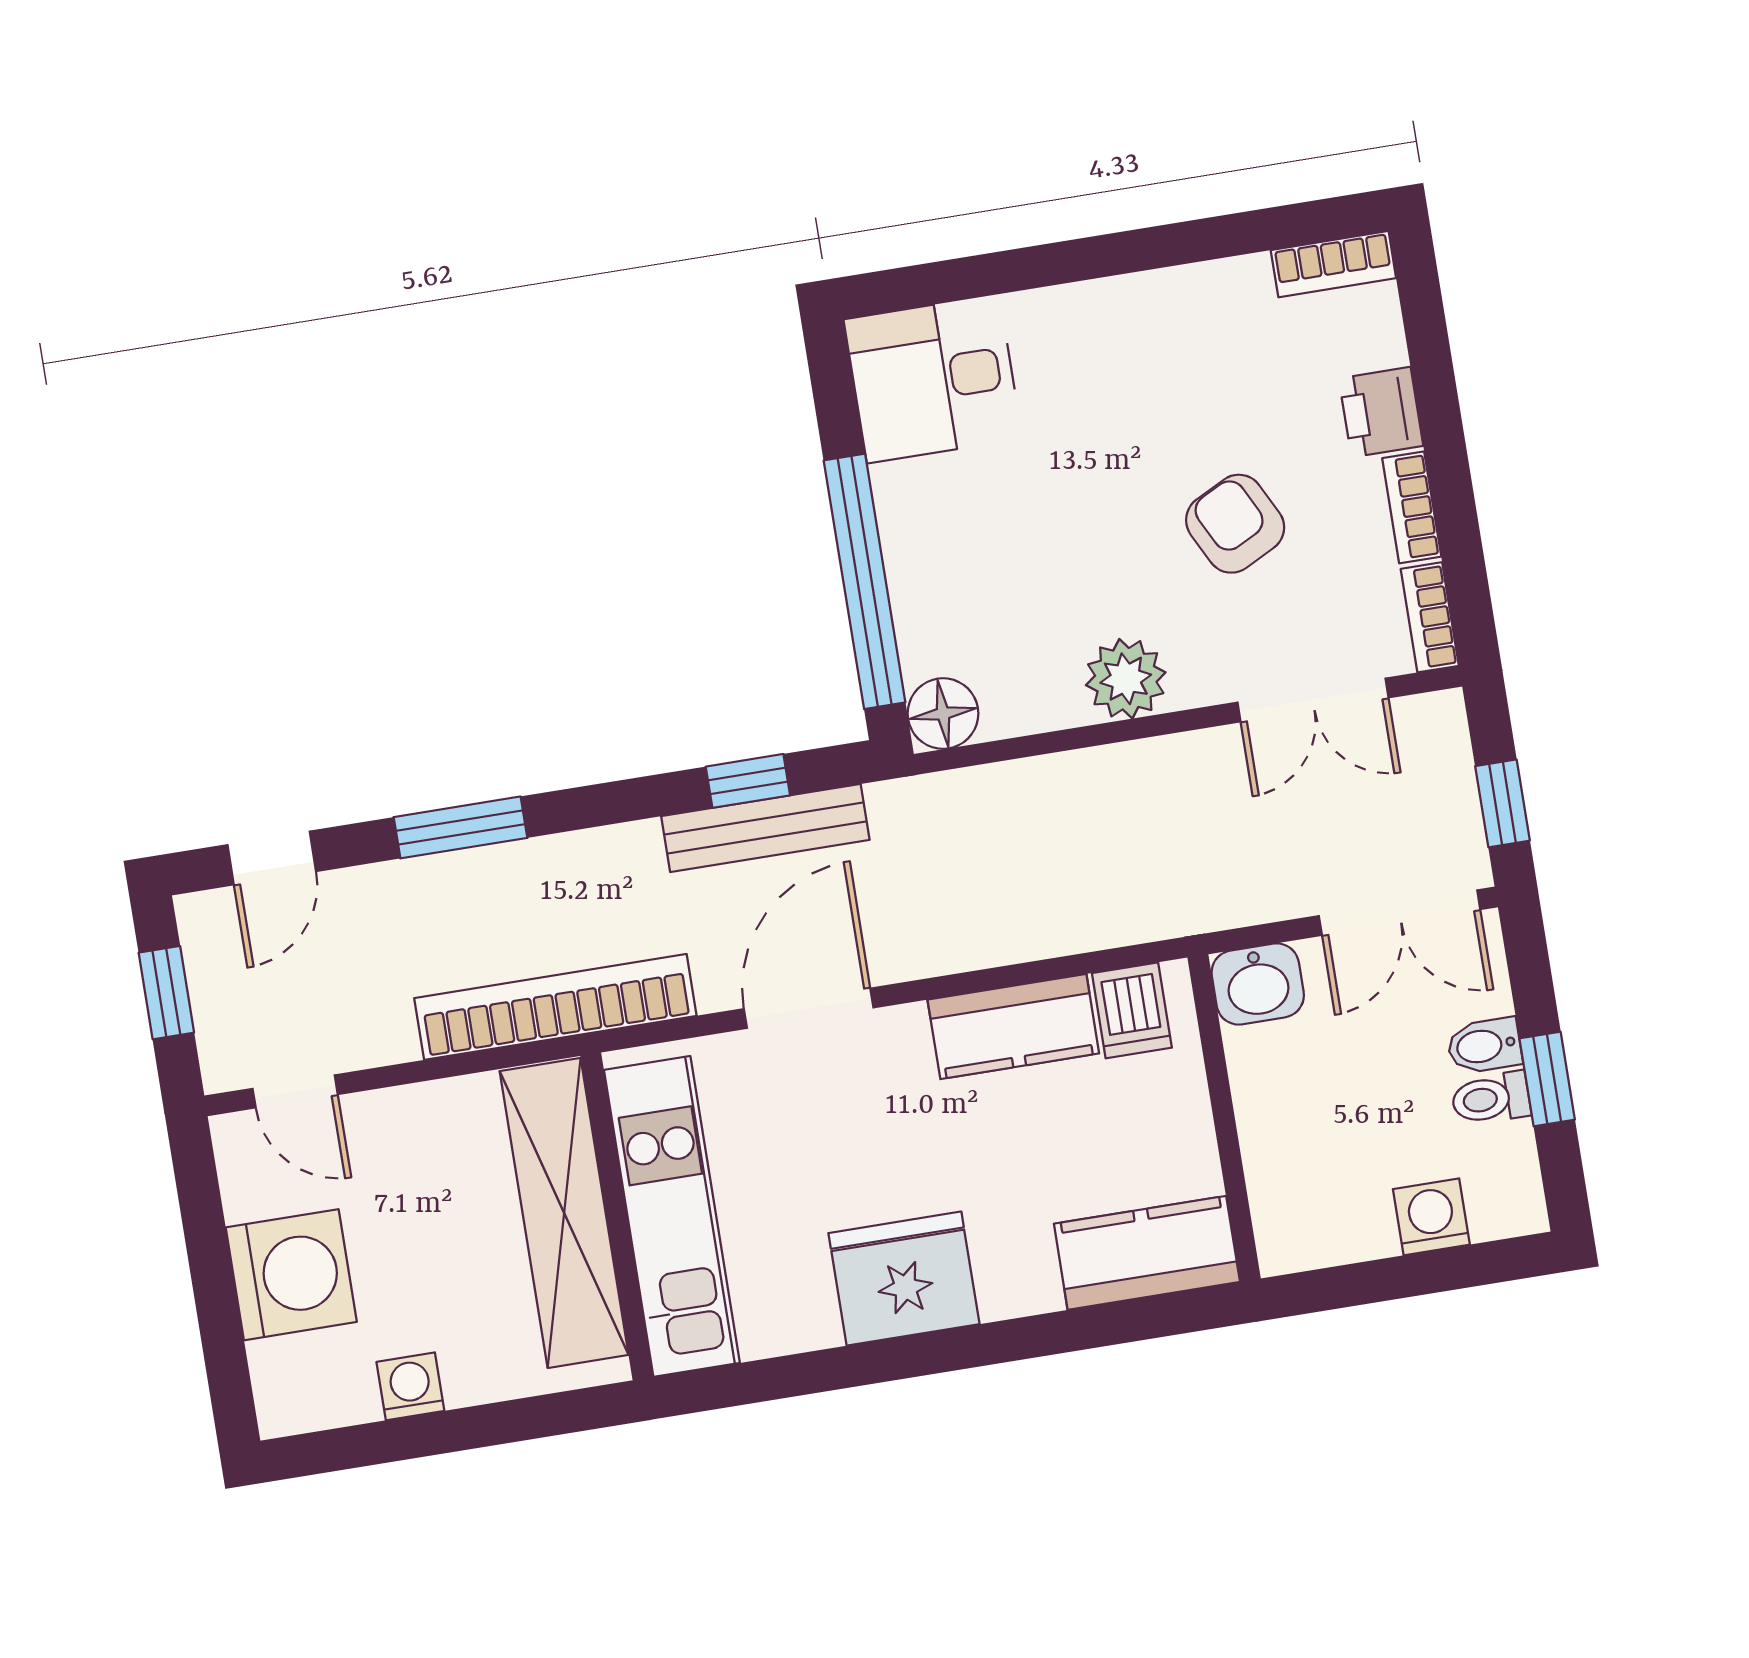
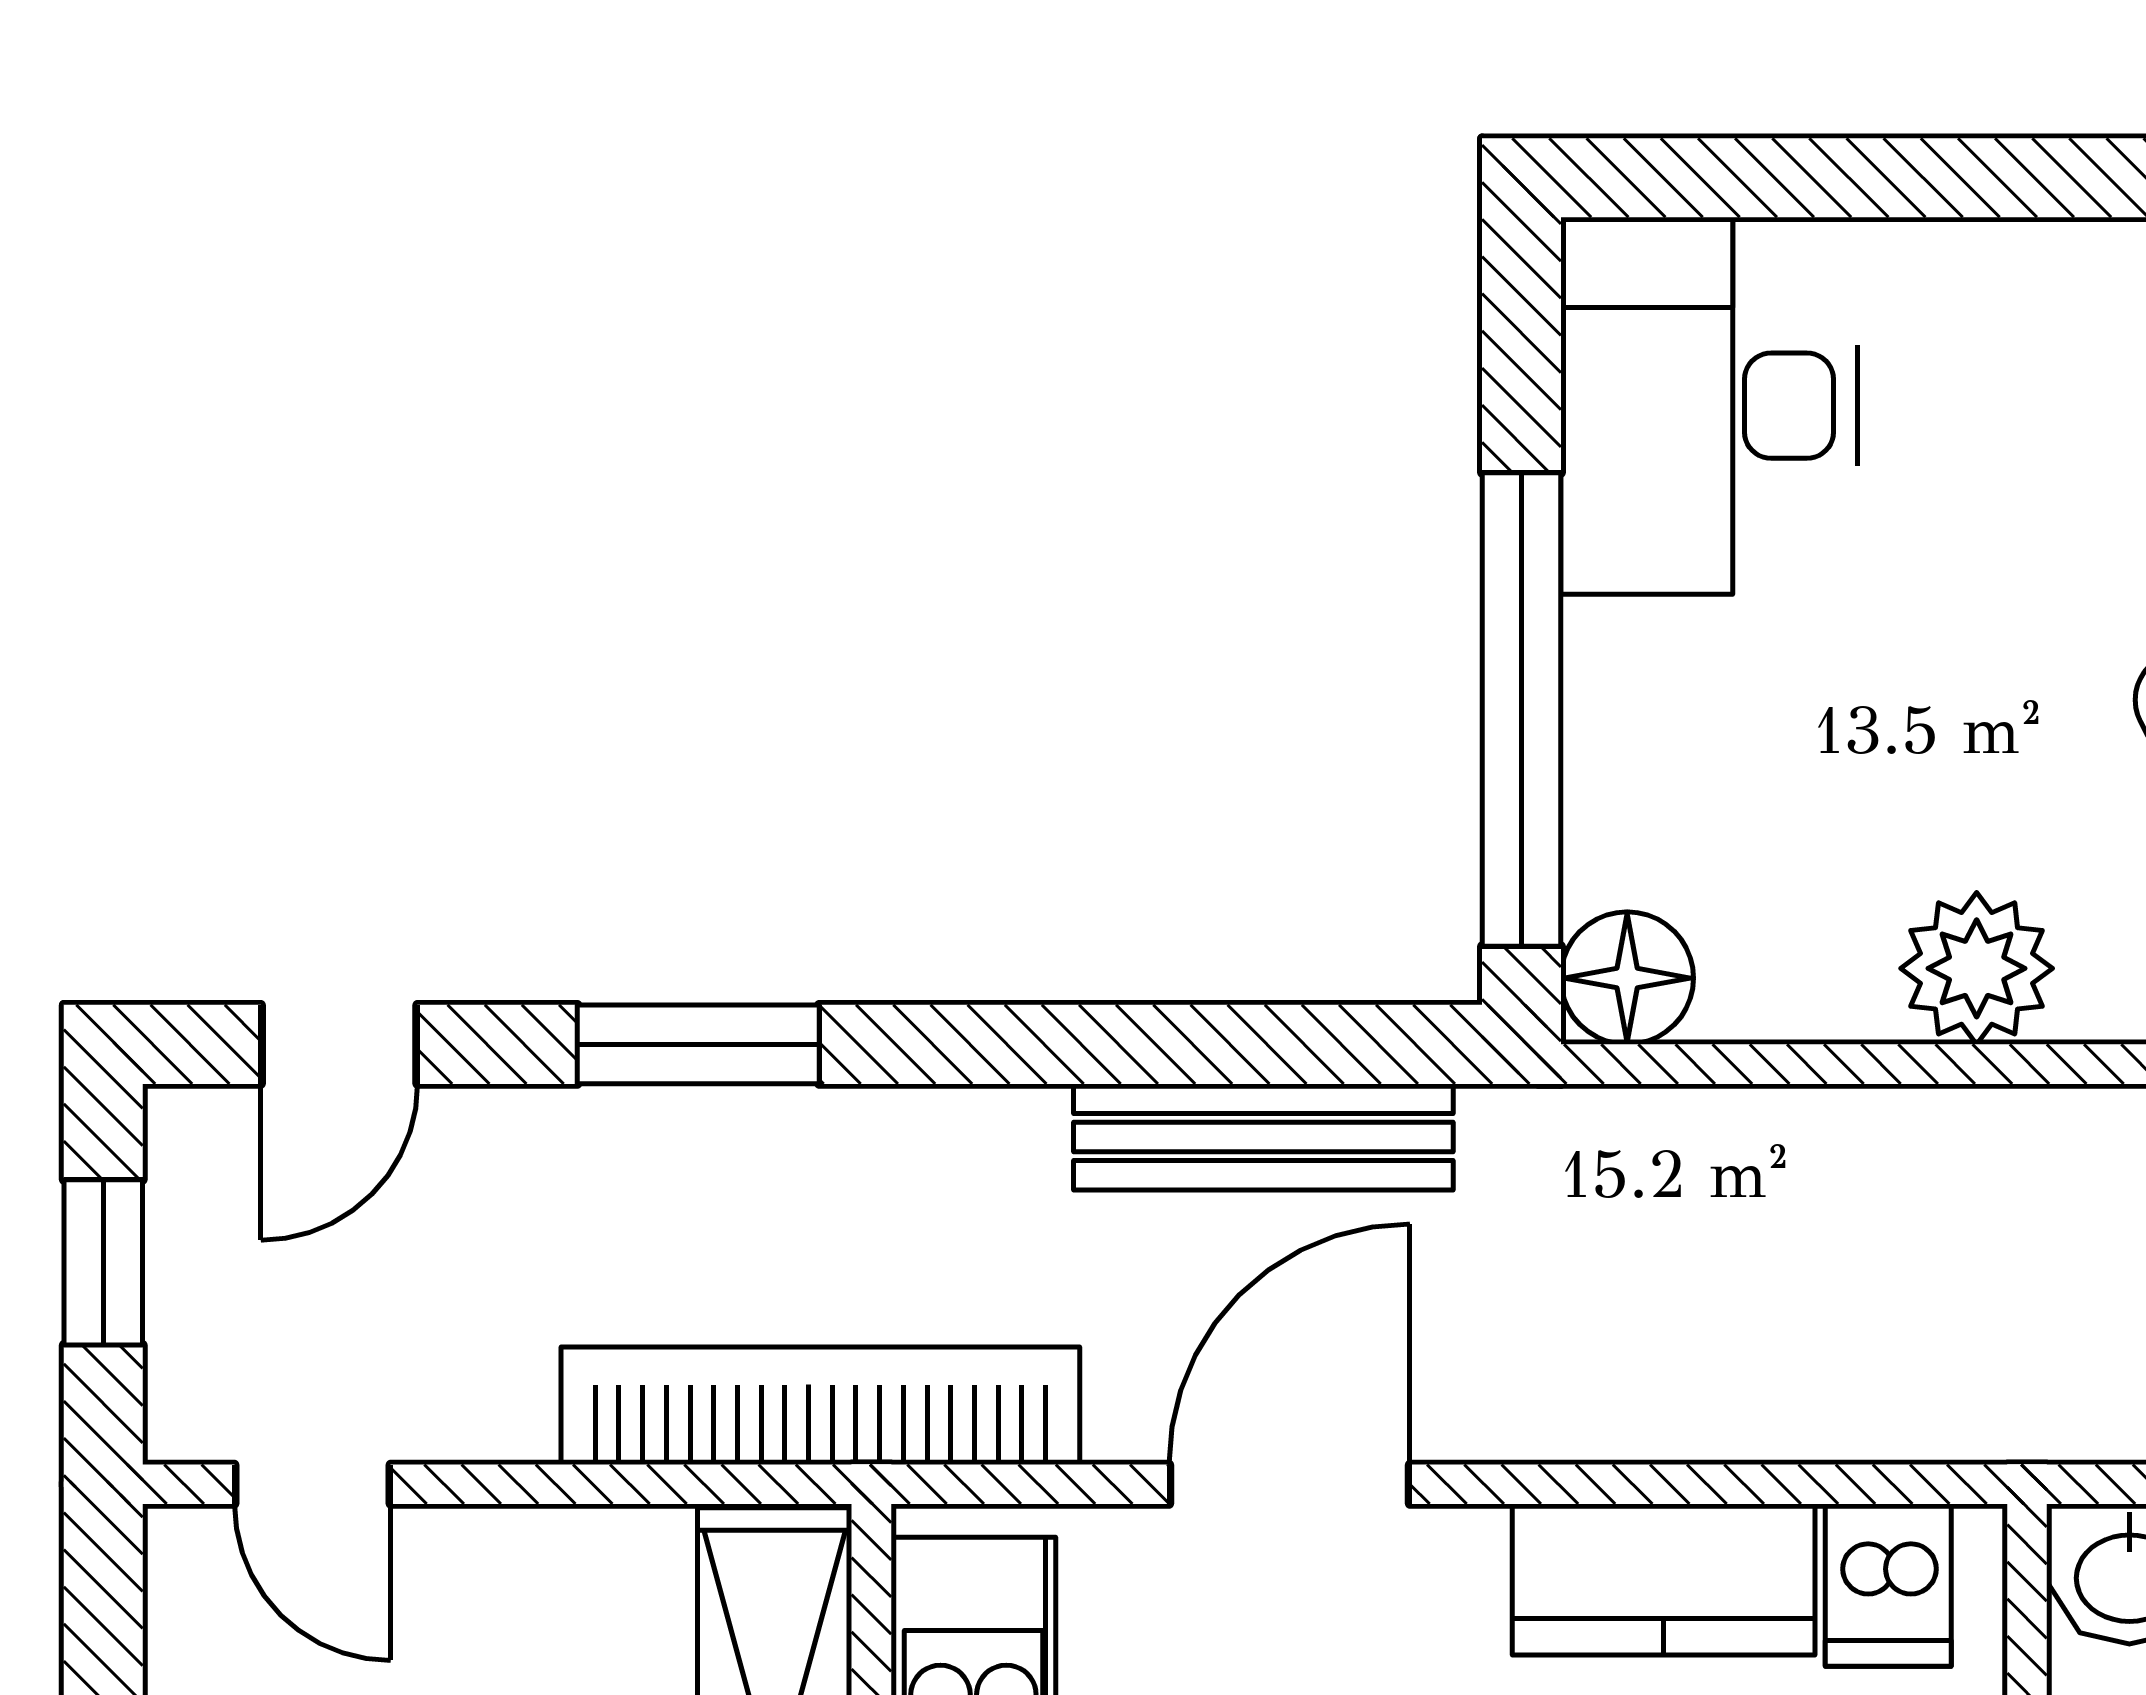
desk: (933, 379) -> (1709, 406), width x1.37
window: (748, 781) -> (1245, 1044), removed

